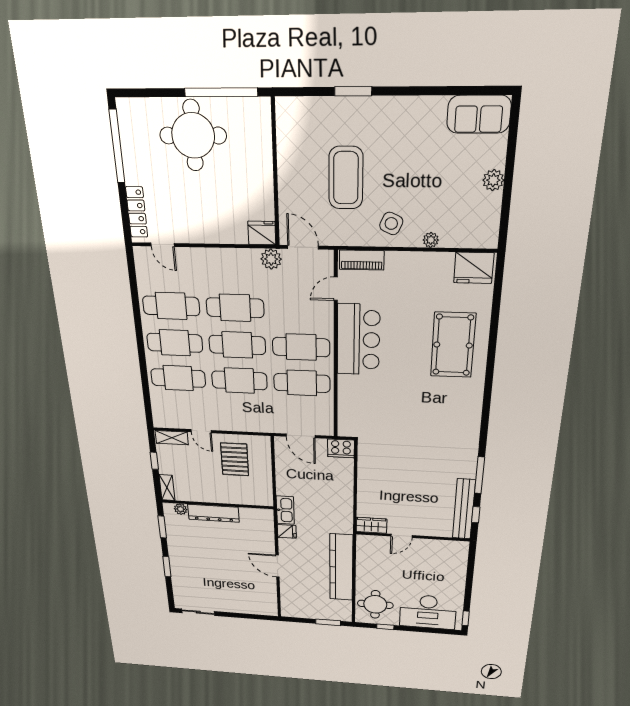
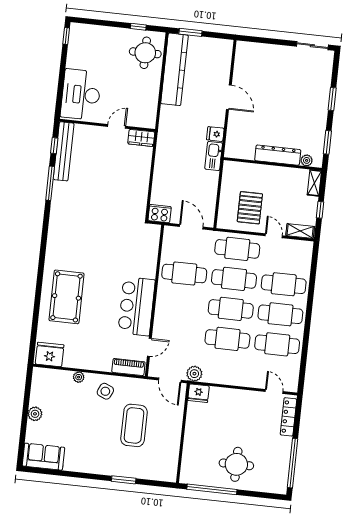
round table: (193, 136) -> (236, 464), width x0.73, depth x0.73
cafe table: (301, 347) -> (237, 249), moved
kitchen counter: (341, 567) -> (174, 69), moved
desk: (428, 612) -> (81, 95), moved, turned -90

